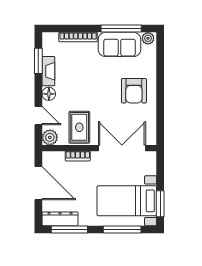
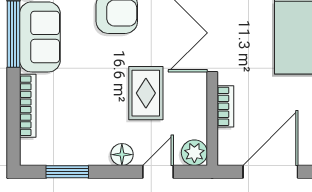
fireplace: (48, 71) -> (84, 155), removed
rug: (79, 127) -> (146, 93), moved, turned 90

